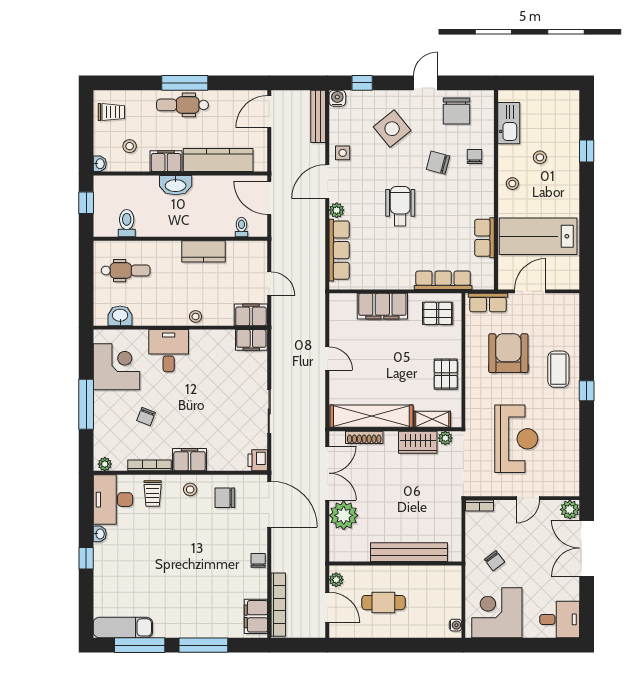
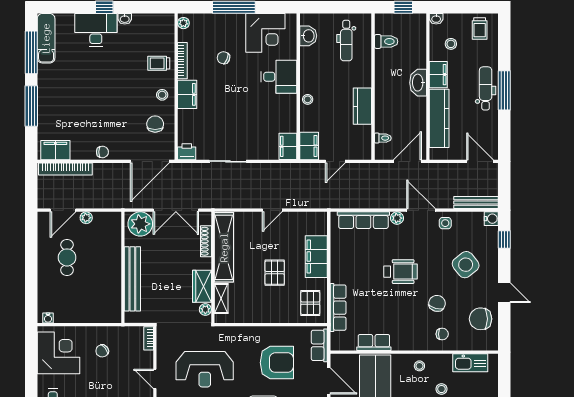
pallet: (446, 374) -> (275, 273), moved, turned 90
desk: (113, 500) -> (96, 30), moved
bench: (409, 552) -> (132, 279), moved
wall: (395, 563) -> (123, 267), moved

